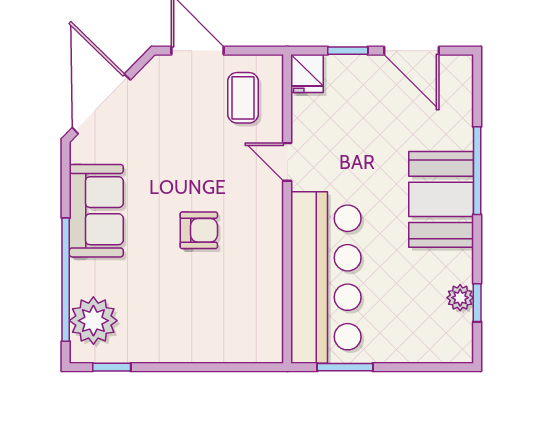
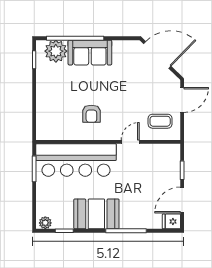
fridge: (307, 74) -> (171, 221), moved
booth: (441, 199) -> (96, 214), moved
sofa: (96, 211) -> (90, 53), moved
armchair: (199, 230) -> (91, 114), moved
plant: (460, 298) -> (45, 223), moved

